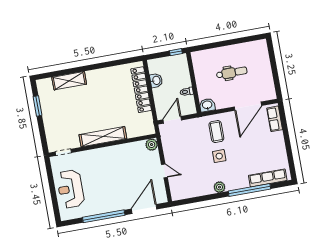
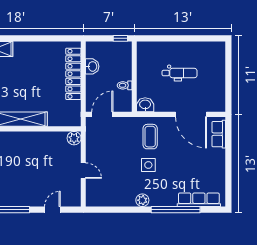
door: (248, 106) -> (191, 114), hinge flipped
door: (144, 209) -> (52, 210), width x0.53

